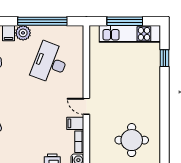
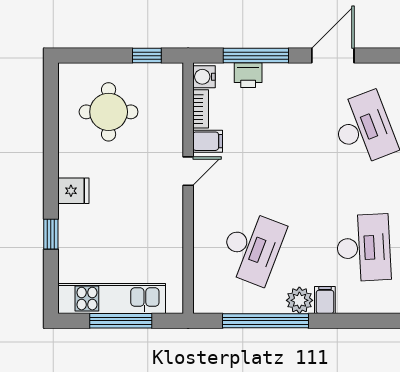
window: (164, 58) -> (51, 234), moved
fridge: (152, 95) -> (73, 191), added
door: (86, 106) -> (188, 171), hinge flipped

